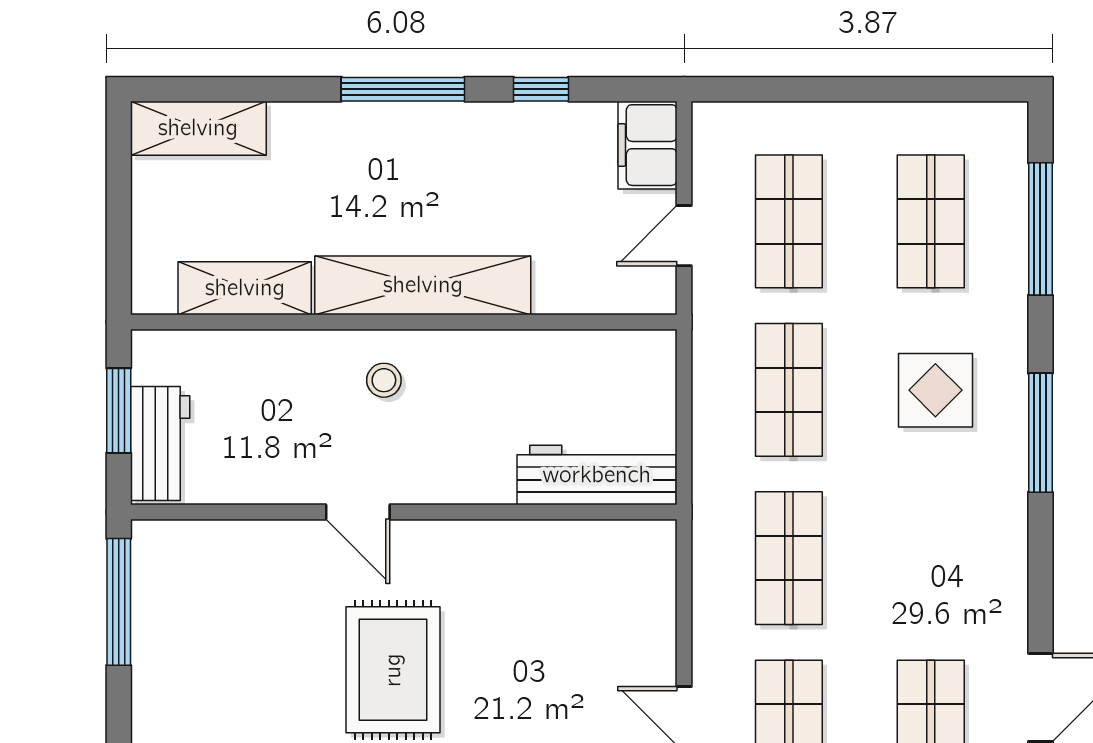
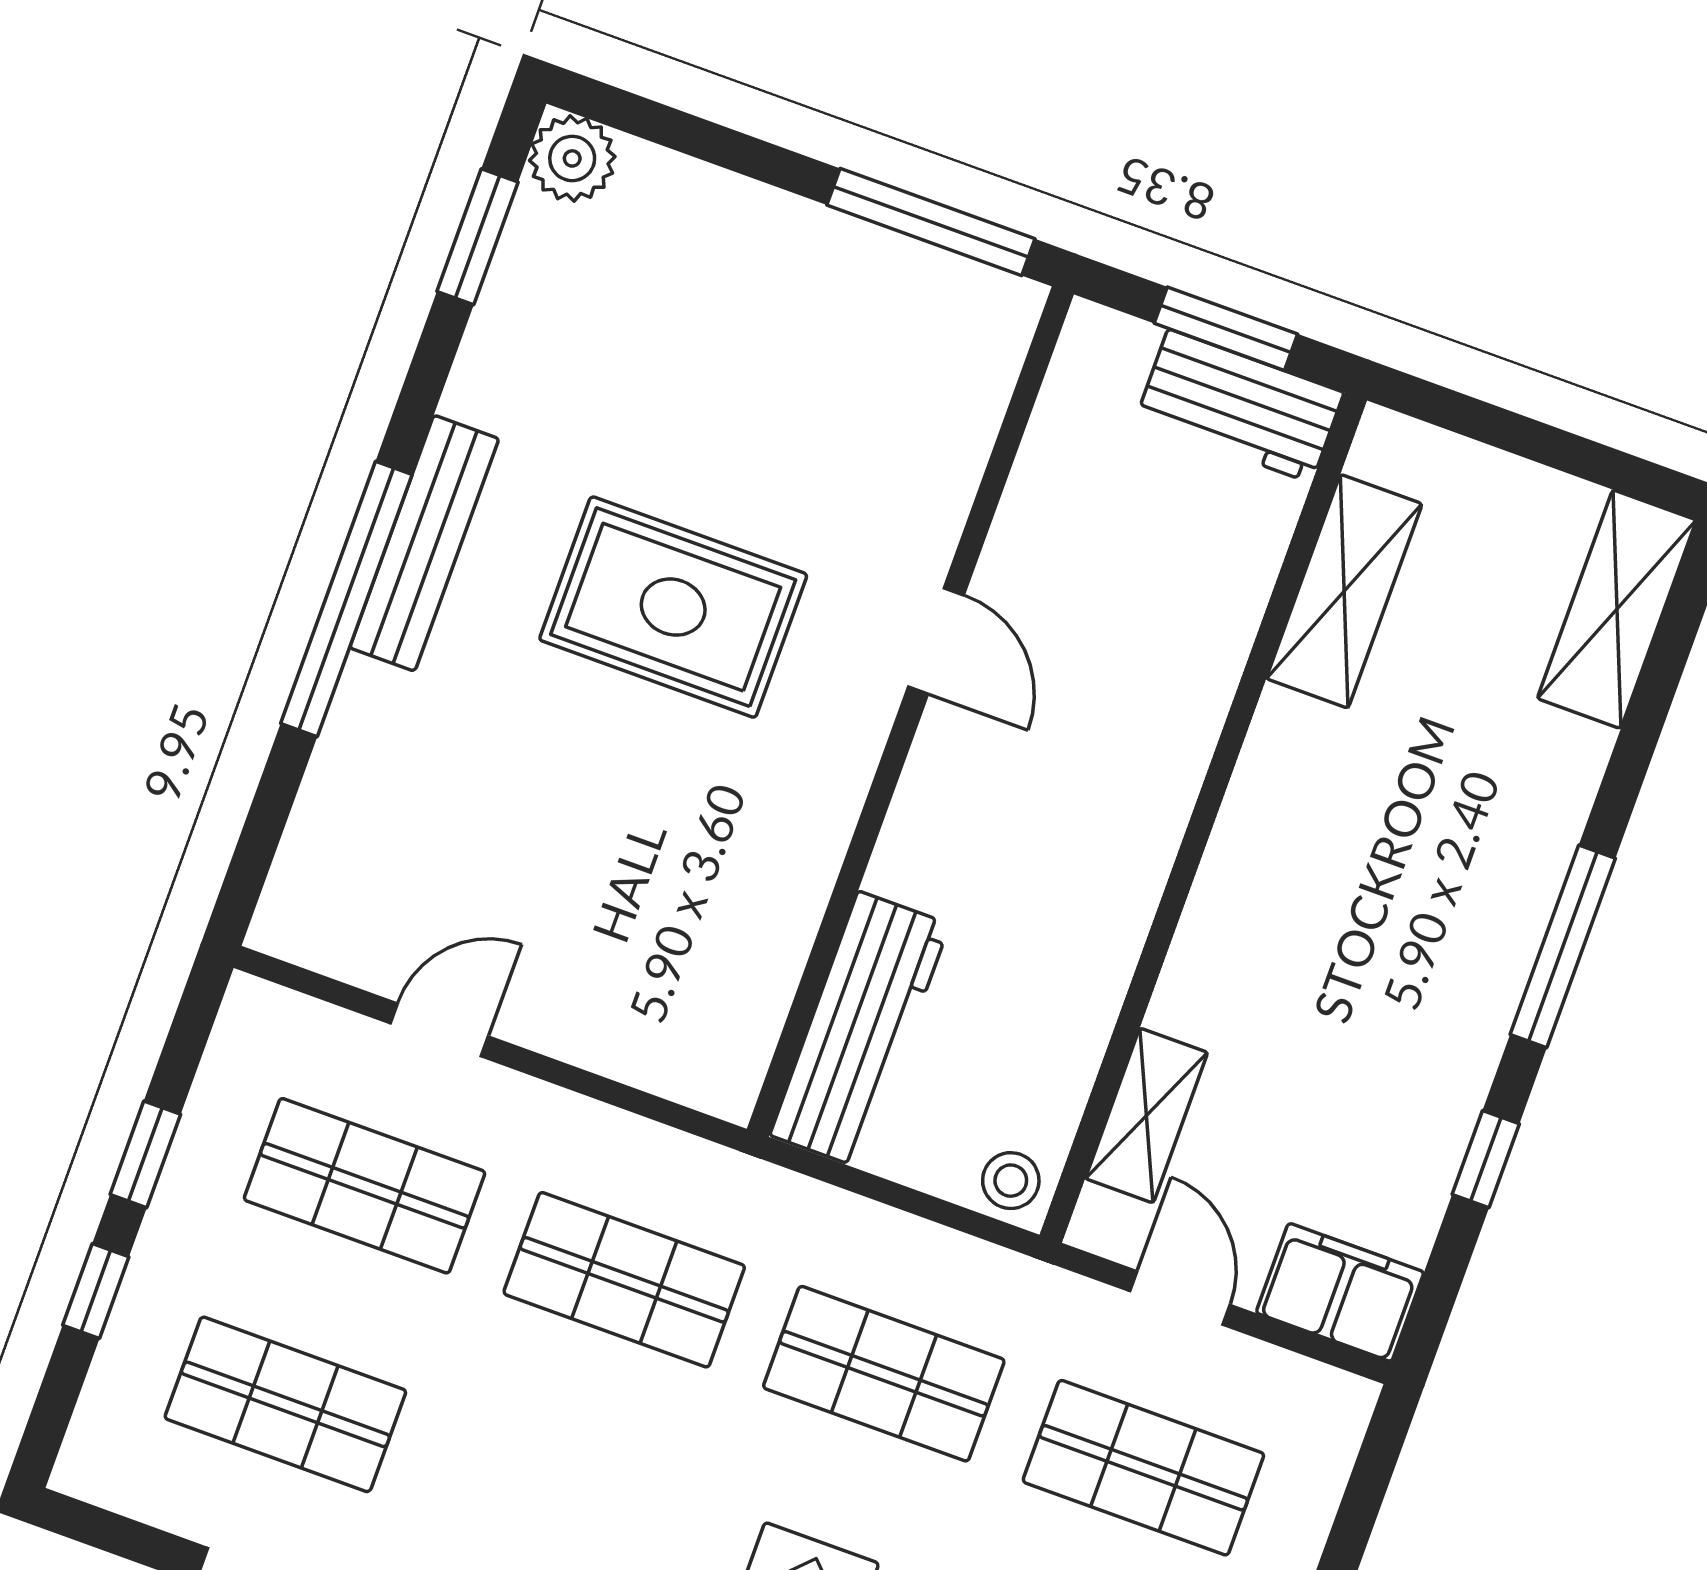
shelving: (423, 285) -> (1146, 1115), moved, width x0.45, depth x0.75
stool: (384, 380) -> (1011, 1181), moved
workbench: (160, 444) -> (1240, 406), moved
door: (358, 512) -> (936, 641), swing flipped

